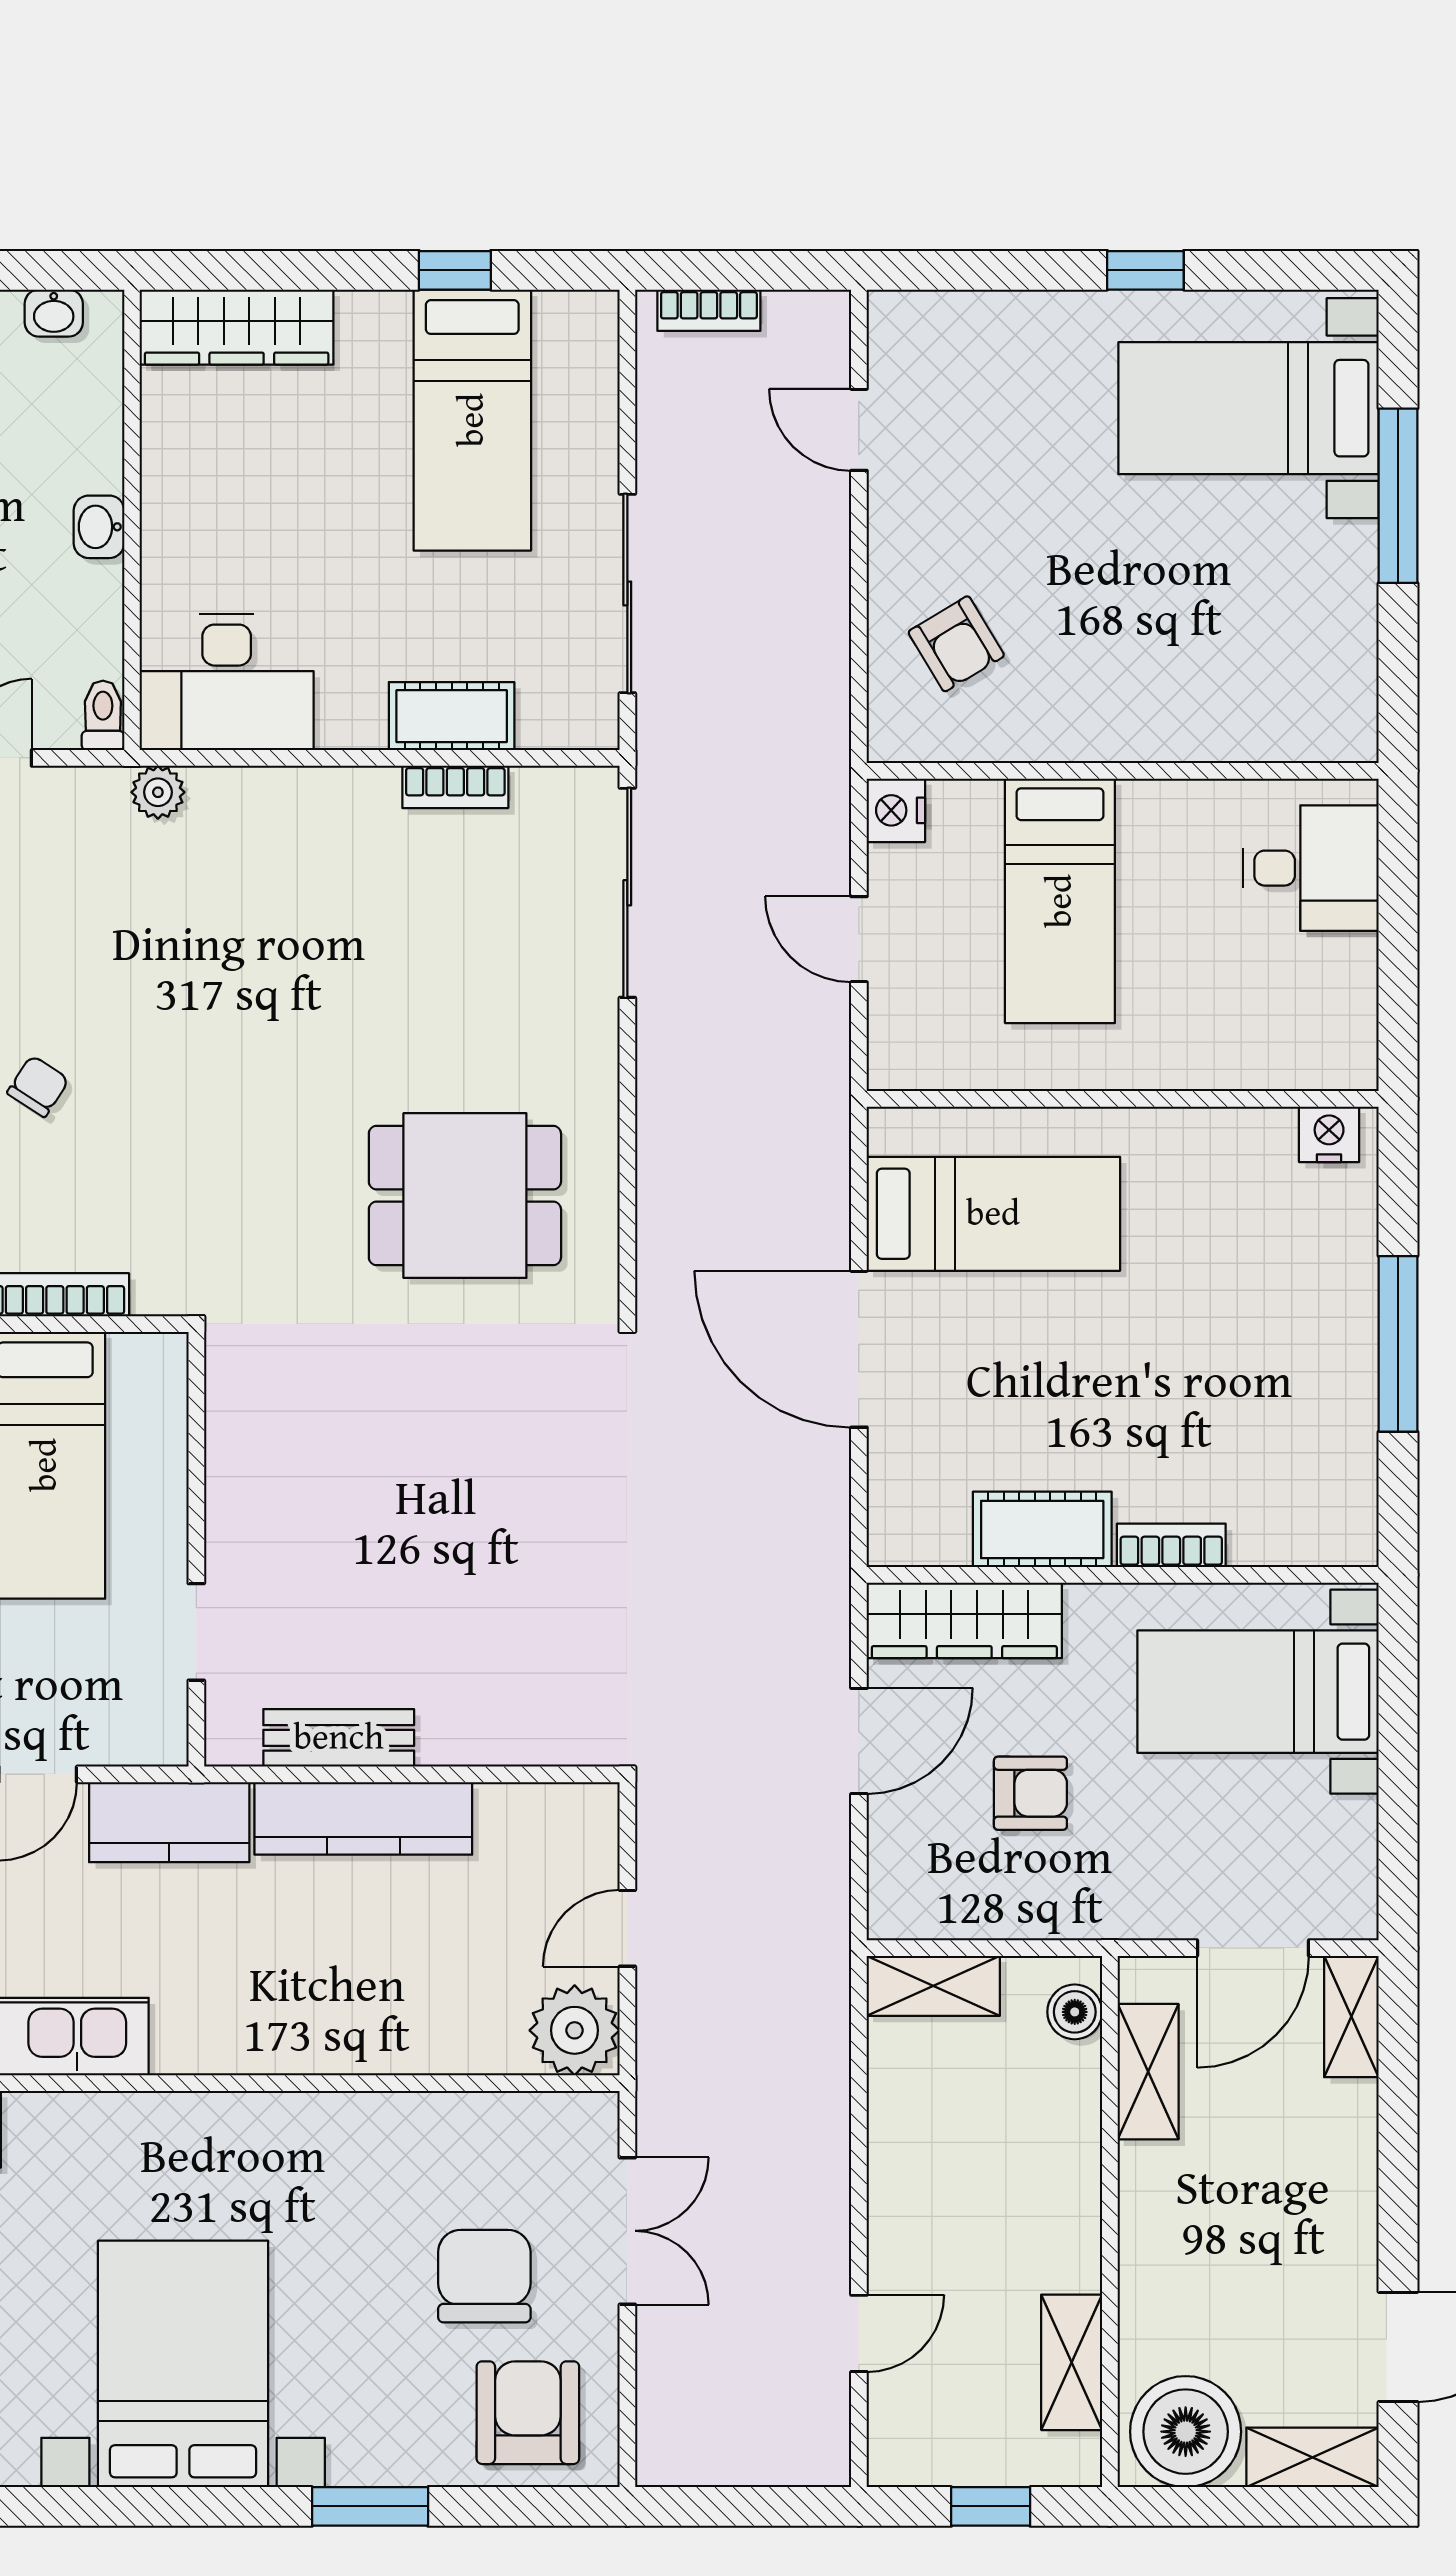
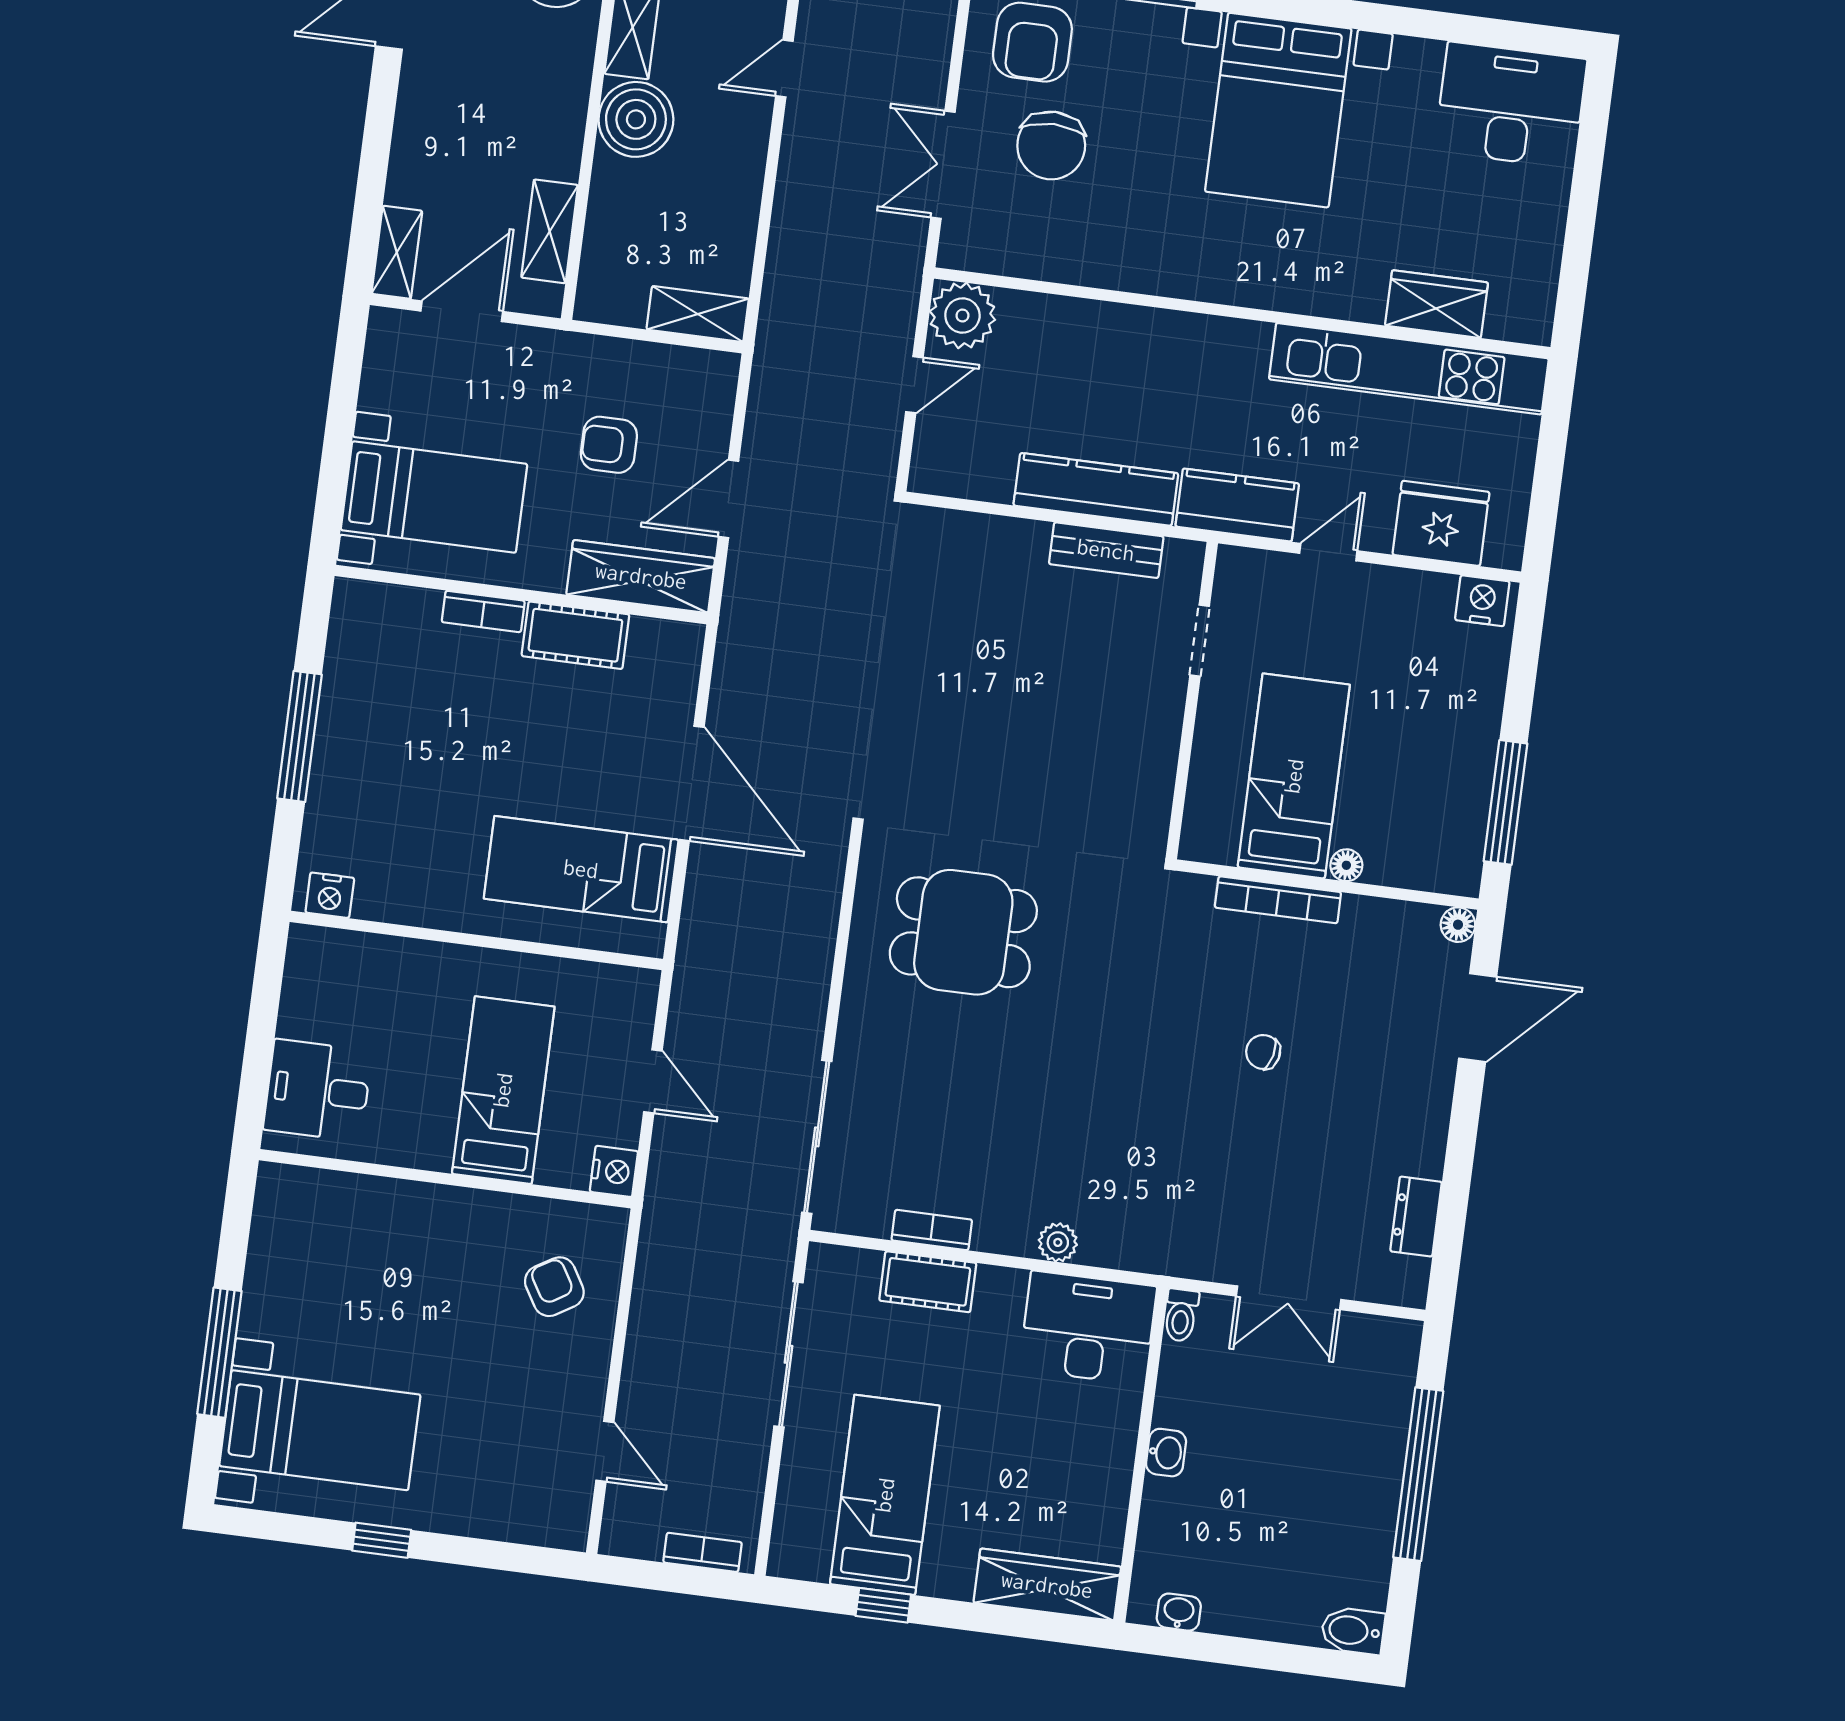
plant: (158, 792) -> (1058, 1242), moved
chair: (38, 1086) -> (1263, 1052), turned 70
boiler: (1075, 2012) -> (636, 119), moved, width x1.86, depth x1.86

